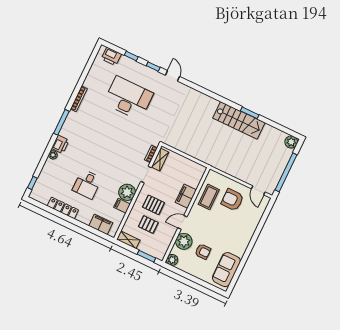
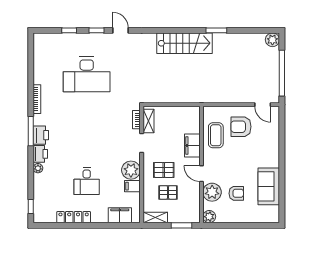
printer: (111, 56) -> (41, 135), moved, turned -90
desk: (128, 98) -> (87, 74), turned 180
stairs: (239, 120) -> (185, 43), moved
door: (182, 222) -> (201, 174), hinge flipped
sofa: (226, 270) -> (269, 186), moved

